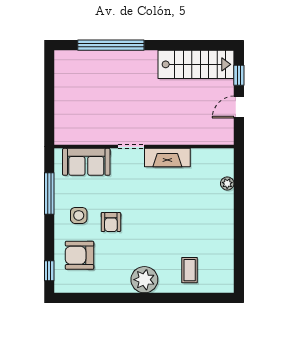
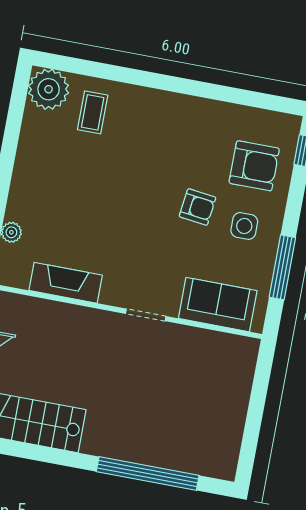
fireplace: (167, 158) -> (66, 283), moved
armchair: (111, 222) -> (198, 207), turned 97
plant: (144, 280) -> (49, 89), moved

